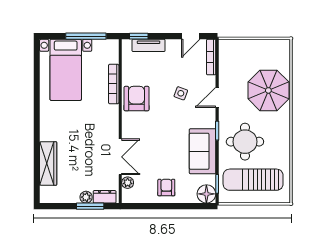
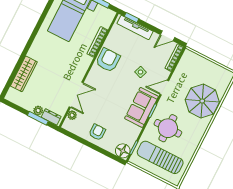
tv unit: (149, 45) -> (135, 27), width x1.41
sofa: (203, 151) -> (141, 107), moved

